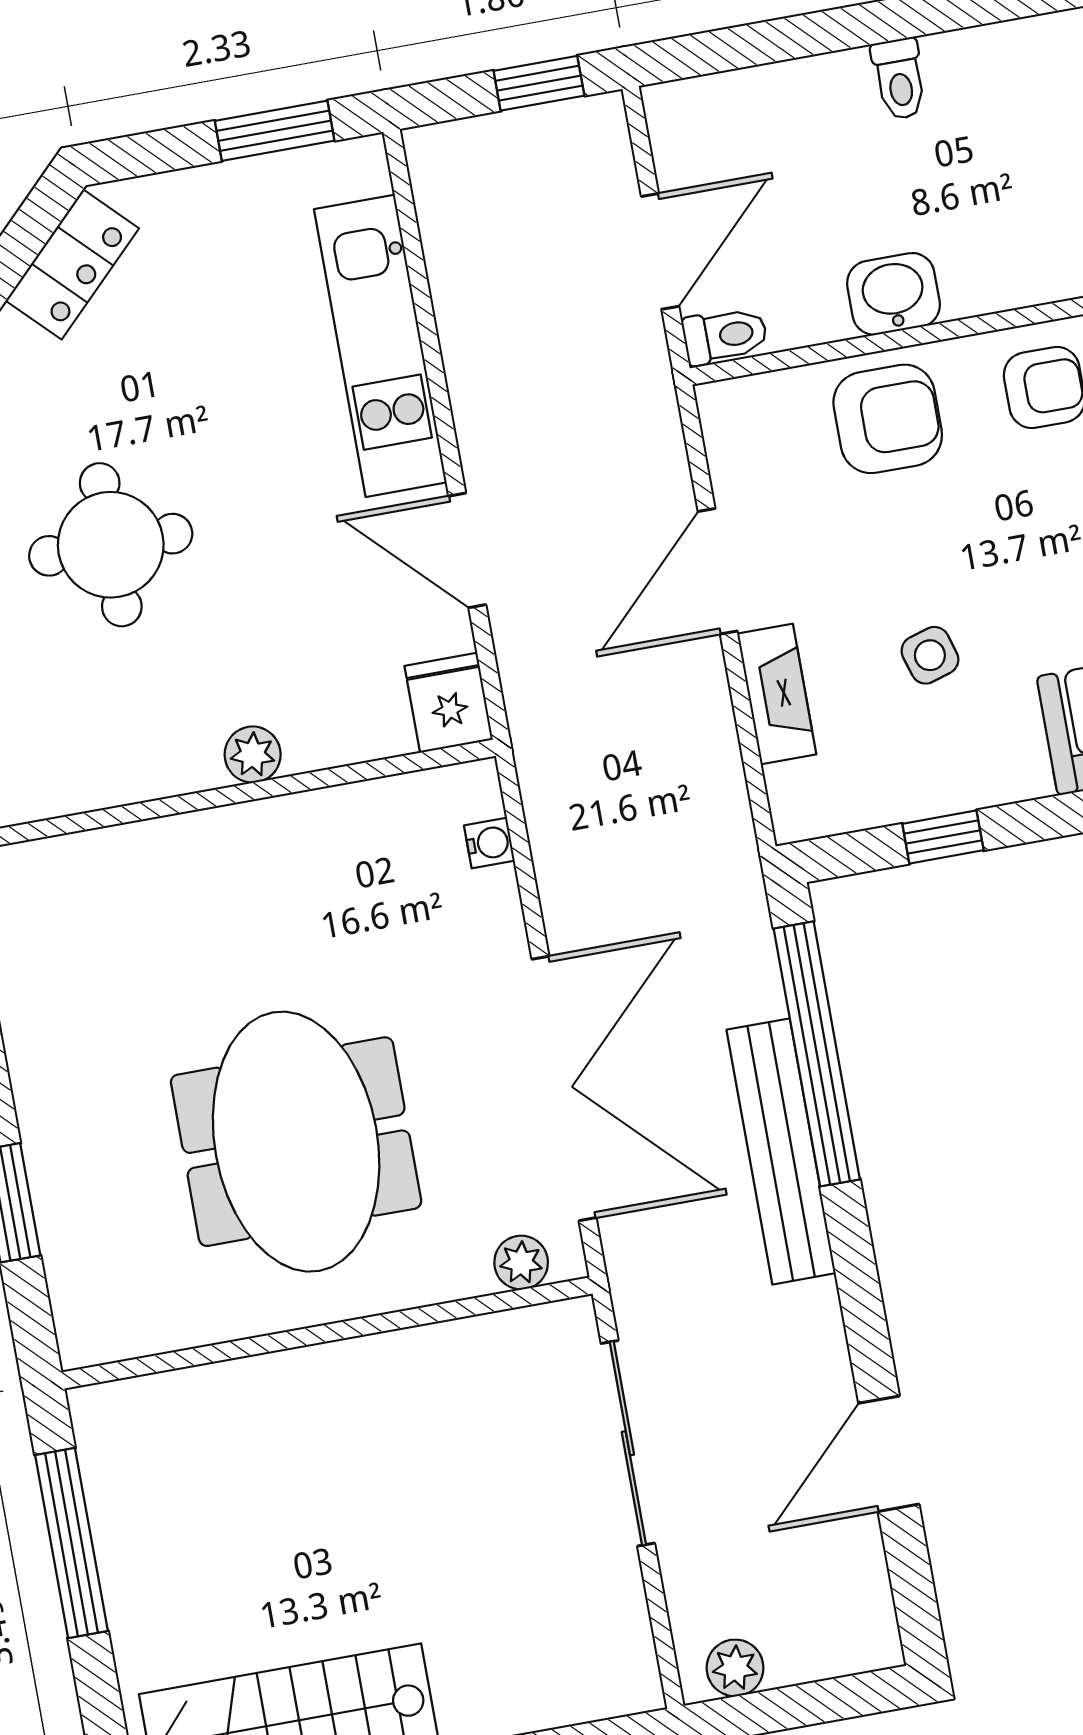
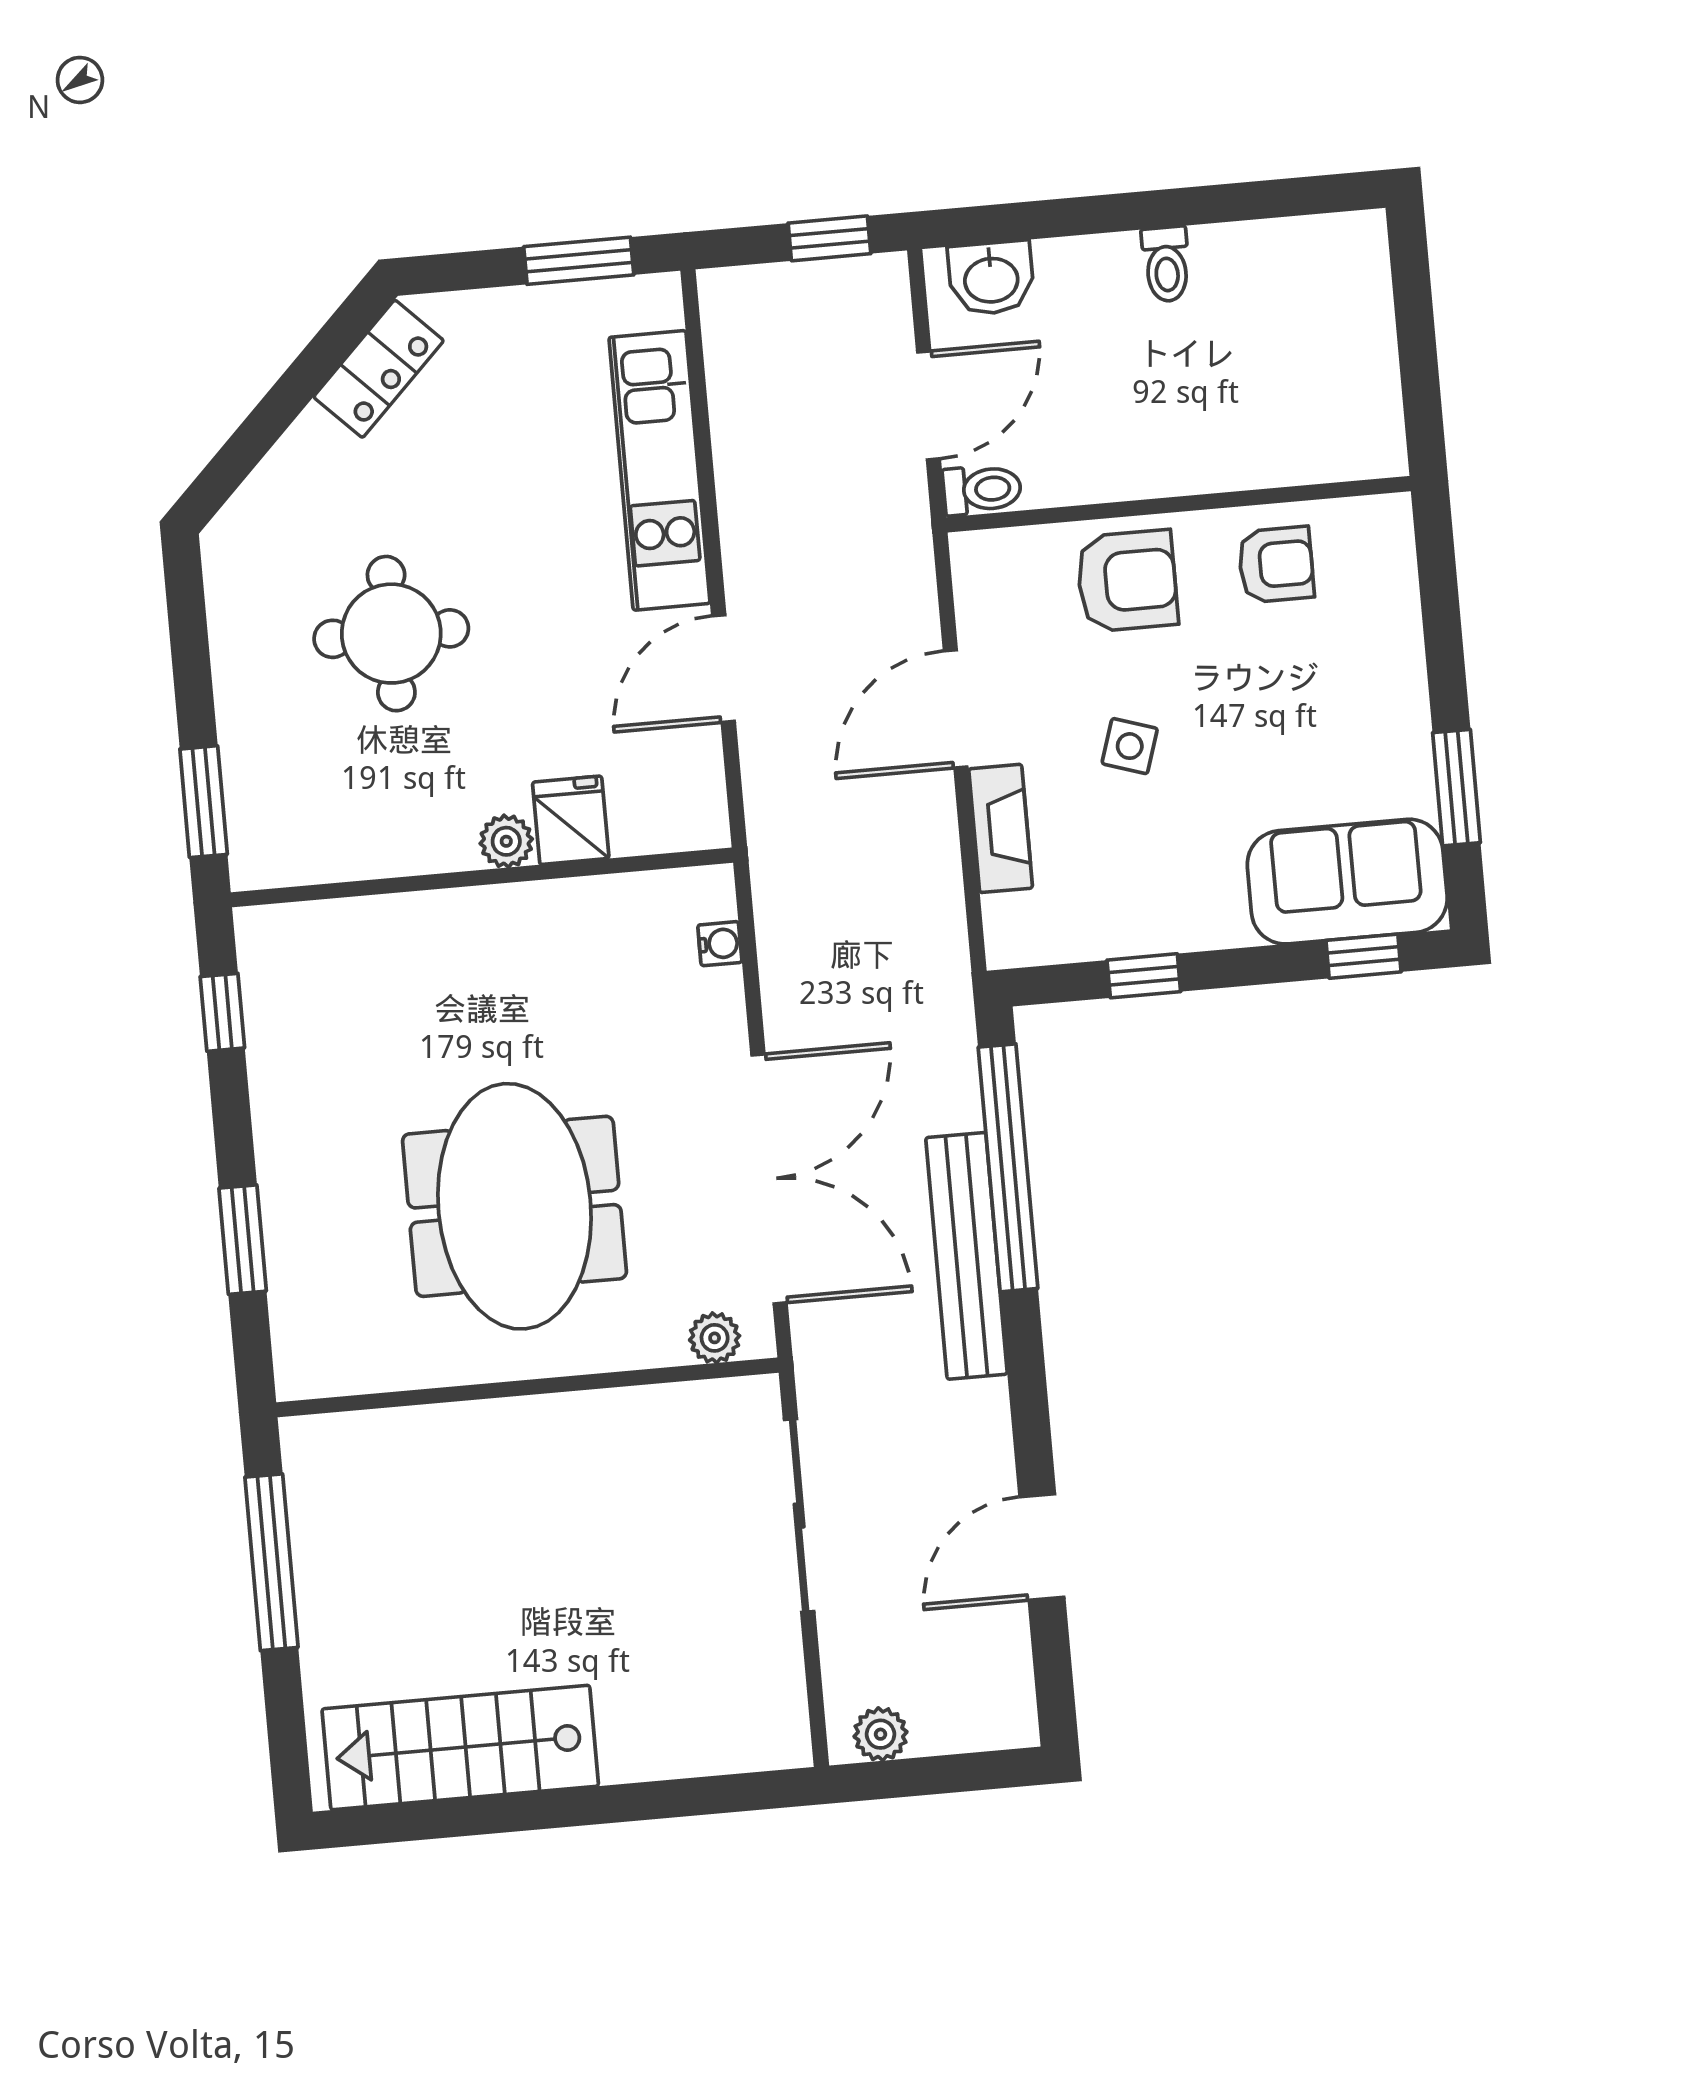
washbasin: (893, 294) -> (991, 278), moved, turned 180
door: (467, 550) -> (724, 669), hinge flipped
side table: (930, 655) -> (1130, 746), moved, turned 35
fridge: (449, 703) -> (571, 820), moved

